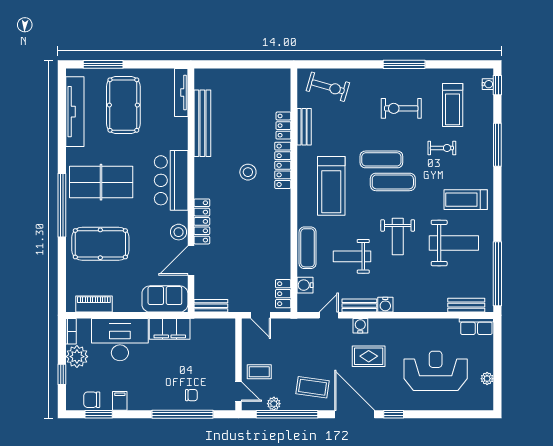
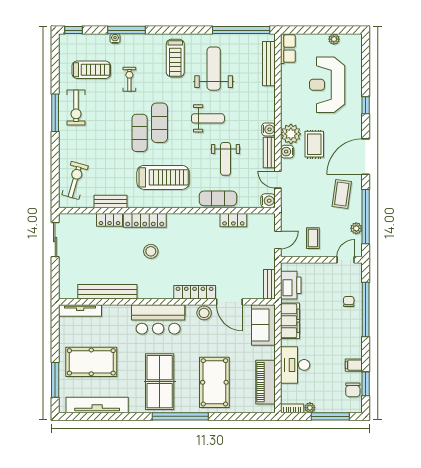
sliding door: (261, 64) -> (55, 240), added
water cooler: (488, 84) -> (115, 38), moved
exercise bike: (401, 108) -> (76, 108), moved
water cooler: (305, 285) -> (268, 201), moved, turned -90
locker: (283, 294) -> (233, 220), moved
piano: (94, 304) -> (266, 382), width x1.37, depth x1.33
bench: (466, 305) -> (269, 64), width x1.36
printer: (210, 330) -> (291, 285), added
plant: (380, 330) -> (291, 134), added
desk: (120, 340) -> (295, 365), width x0.73, depth x0.77
plant: (77, 357) -> (310, 408), width x0.53, depth x0.53
coffee table: (259, 372) -> (313, 238), moved
window: (62, 374) -> (330, 416), width x2.17
window: (394, 414) -> (366, 105), moved

